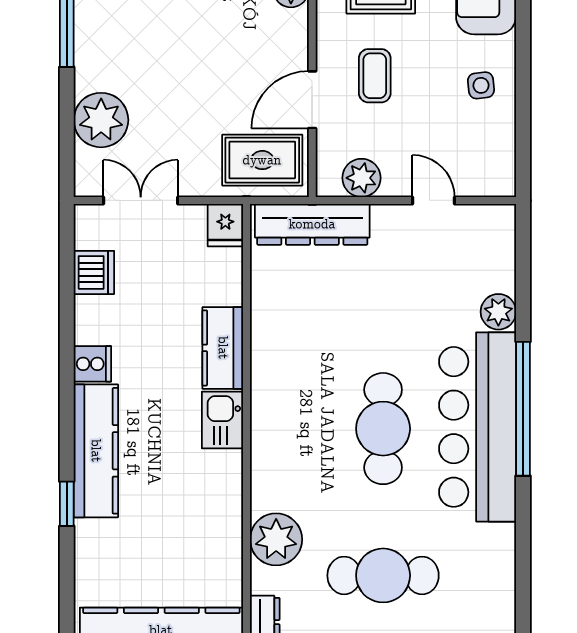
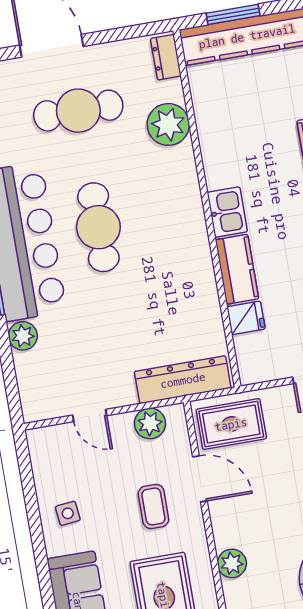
door: (312, 100) -> (200, 479), hinge flipped
fridge: (225, 225) -> (246, 318), moved, turned 90

